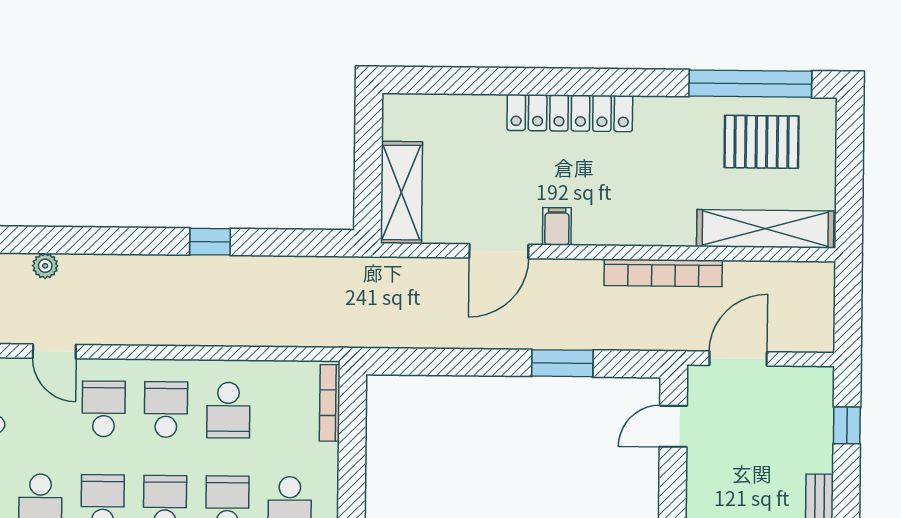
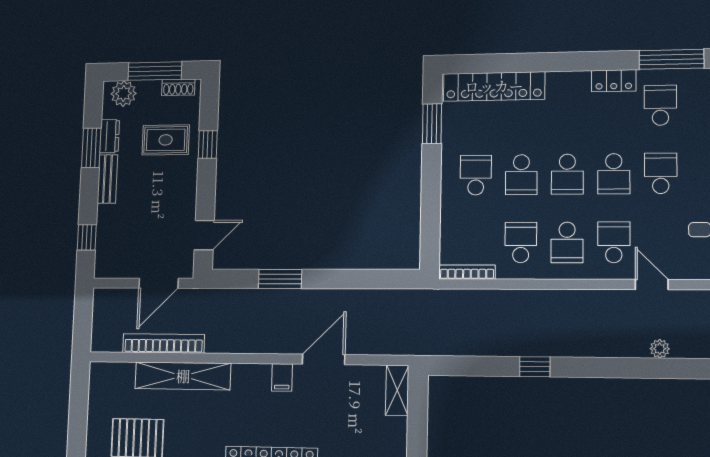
shelving: (401, 193) -> (397, 390), width x0.67, depth x0.75
shelving: (765, 229) -> (183, 376), moved
bookcase: (663, 273) -> (164, 343), moved
bookcase: (330, 403) -> (467, 272), moved, turned -90
school desk: (104, 409) -> (614, 242), turned 180

